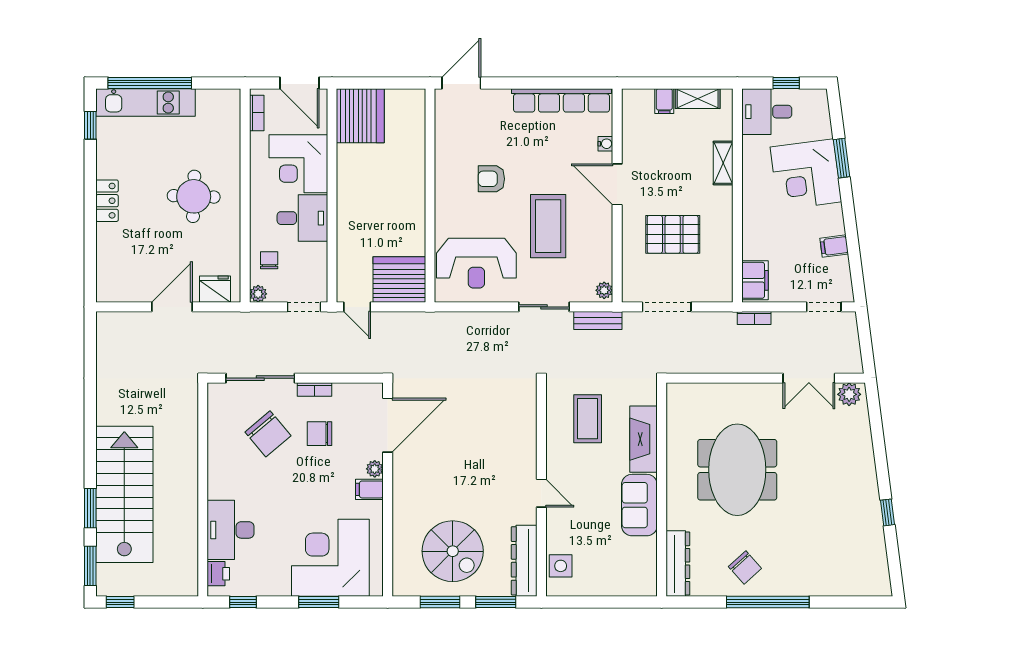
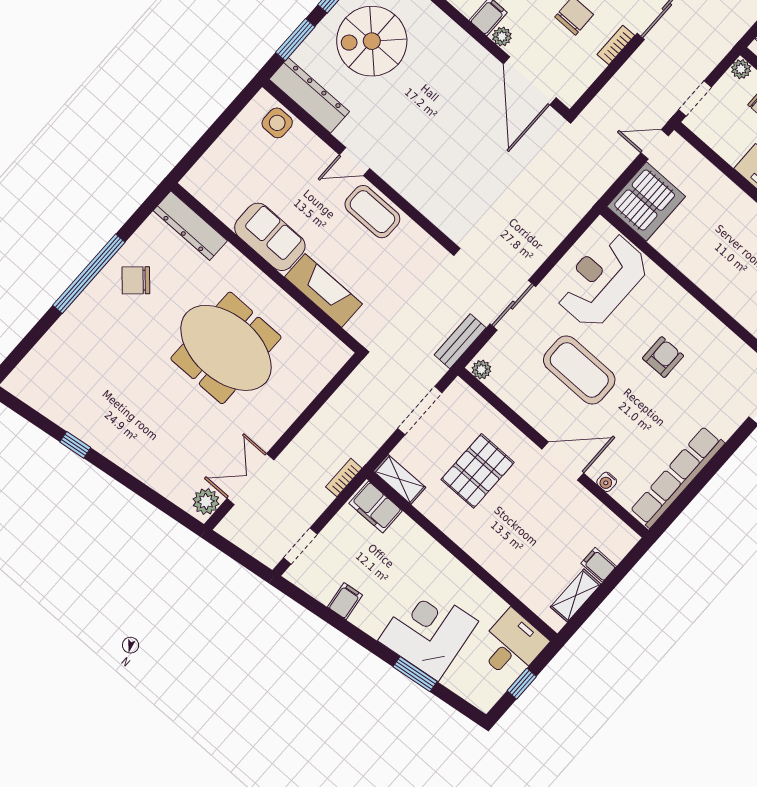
shelving: (723, 163) -> (400, 479), moved
coffee table: (588, 419) -> (372, 212), moved

